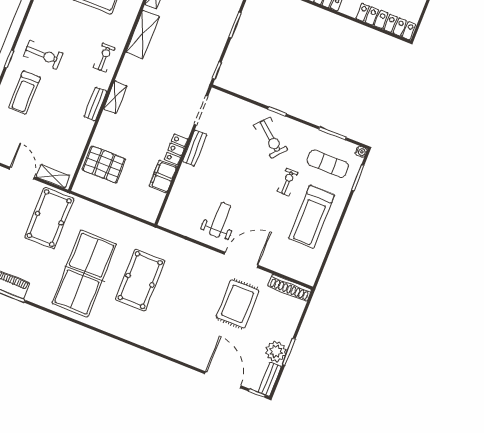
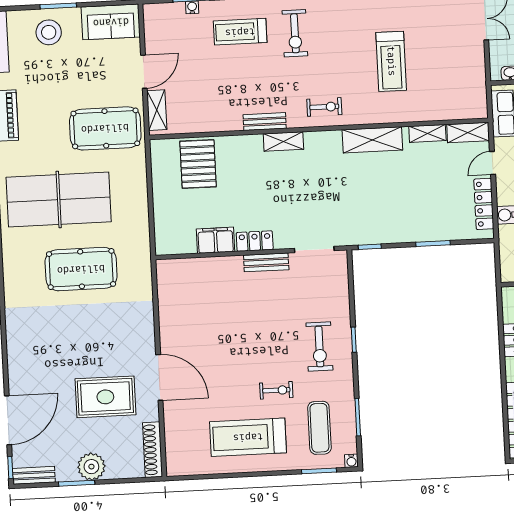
exercise bike: (271, 138) -> (319, 347), turned -40
weight bench: (220, 220) -> (195, 331), removed
plant: (276, 351) -> (91, 467), moved

